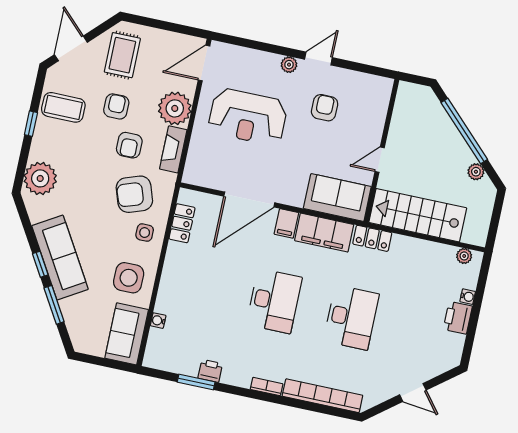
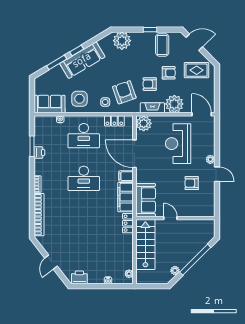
armchair: (325, 108) -> (192, 183), turned 180
plant: (198, 171) -> (144, 123), added
desk: (351, 317) -> (84, 136), moved
printer: (458, 318) -> (79, 277), moved

